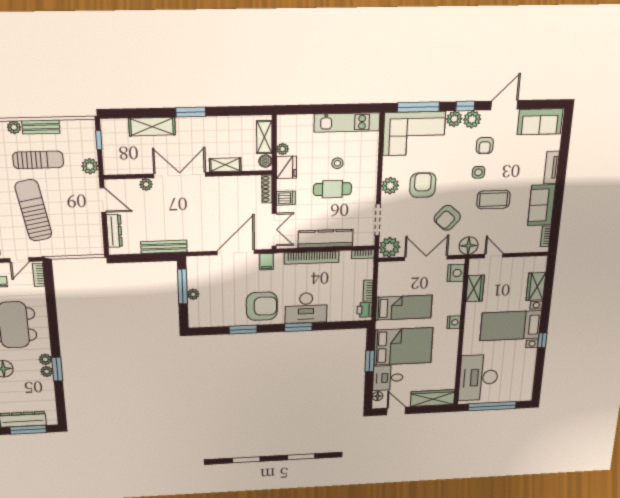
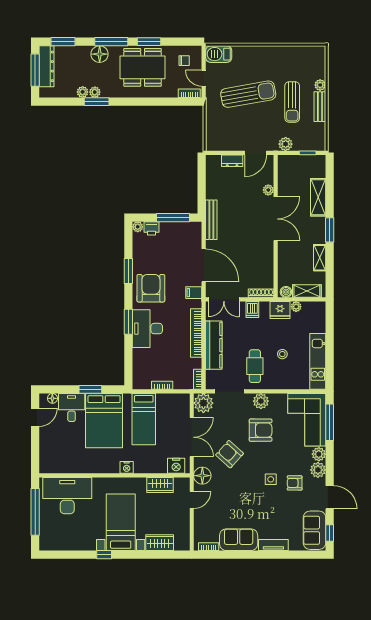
window: (465, 106) -> (330, 533), moved
shelving: (225, 165) -> (320, 258), moved
cafe table: (332, 189) -> (255, 366), moved
coffee table: (493, 200) -> (245, 495), removed
dresser: (114, 231) -> (232, 161), width x0.70
bench: (164, 247) -> (211, 220), moved
plant: (193, 294) -> (138, 227), moved
armchair: (262, 306) -> (151, 288), turned 180
printer: (365, 310) -> (151, 228), moved, turned 180
plant: (45, 359) -> (83, 92), moved
wardrobe: (433, 398) -> (47, 452), removed

